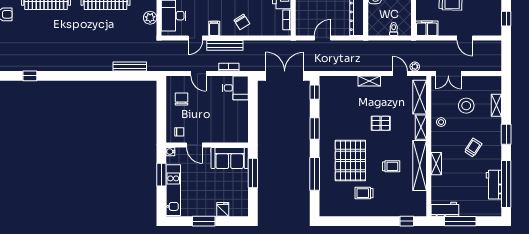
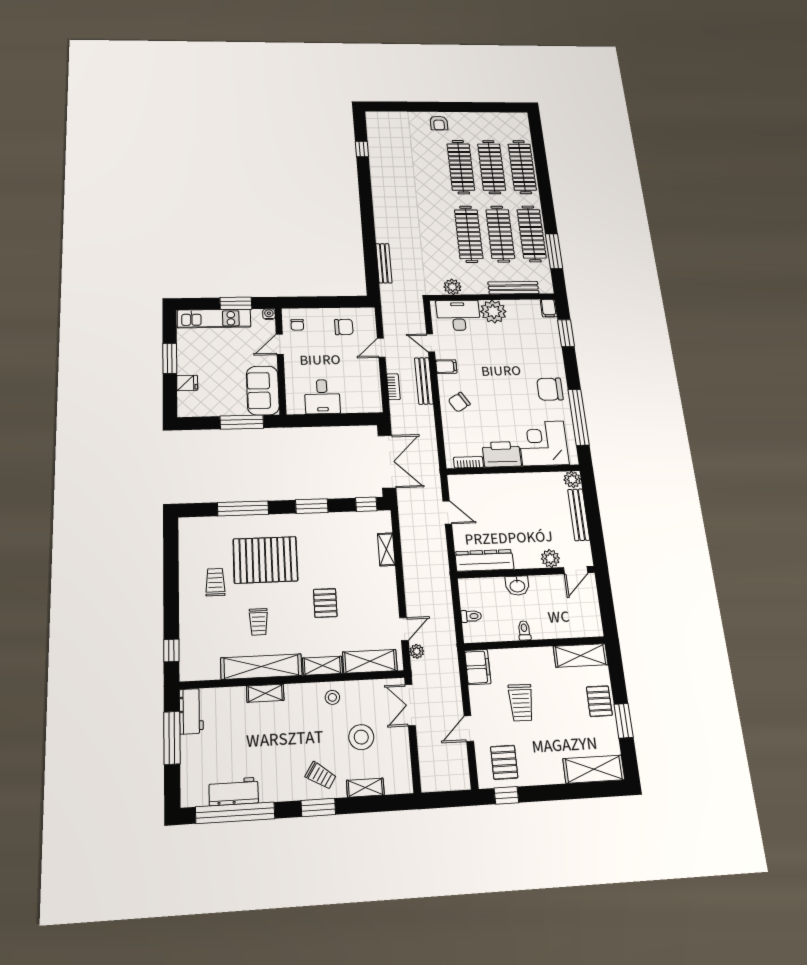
pallet: (486, 18) -> (504, 762), added
shelving: (369, 81) -> (386, 549), moved
desk: (235, 88) -> (322, 397), moved
trolley: (473, 148) -> (321, 776), moved

